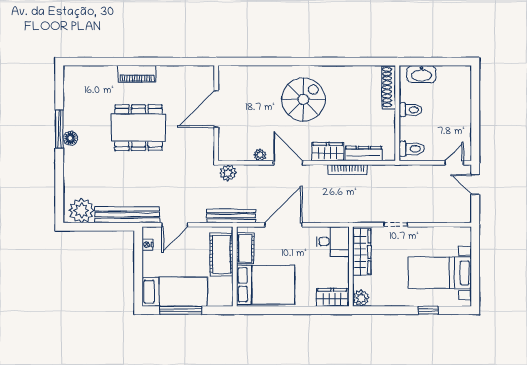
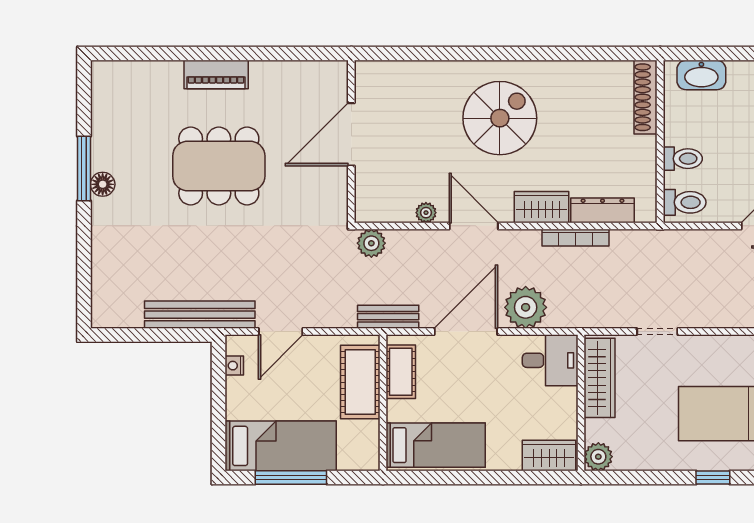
toilet: (411, 110) -> (683, 159), moved
plant: (81, 210) -> (526, 307), moved
bench: (231, 216) -> (388, 317), width x0.73
bed: (266, 285) -> (436, 445), width x0.67

